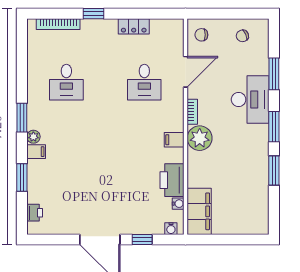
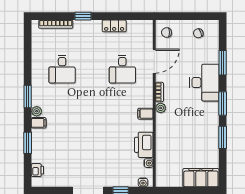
plant: (200, 138) -> (161, 108), width x0.53, depth x0.53
filing cabinet: (199, 211) -> (201, 178), moved, turned -90

